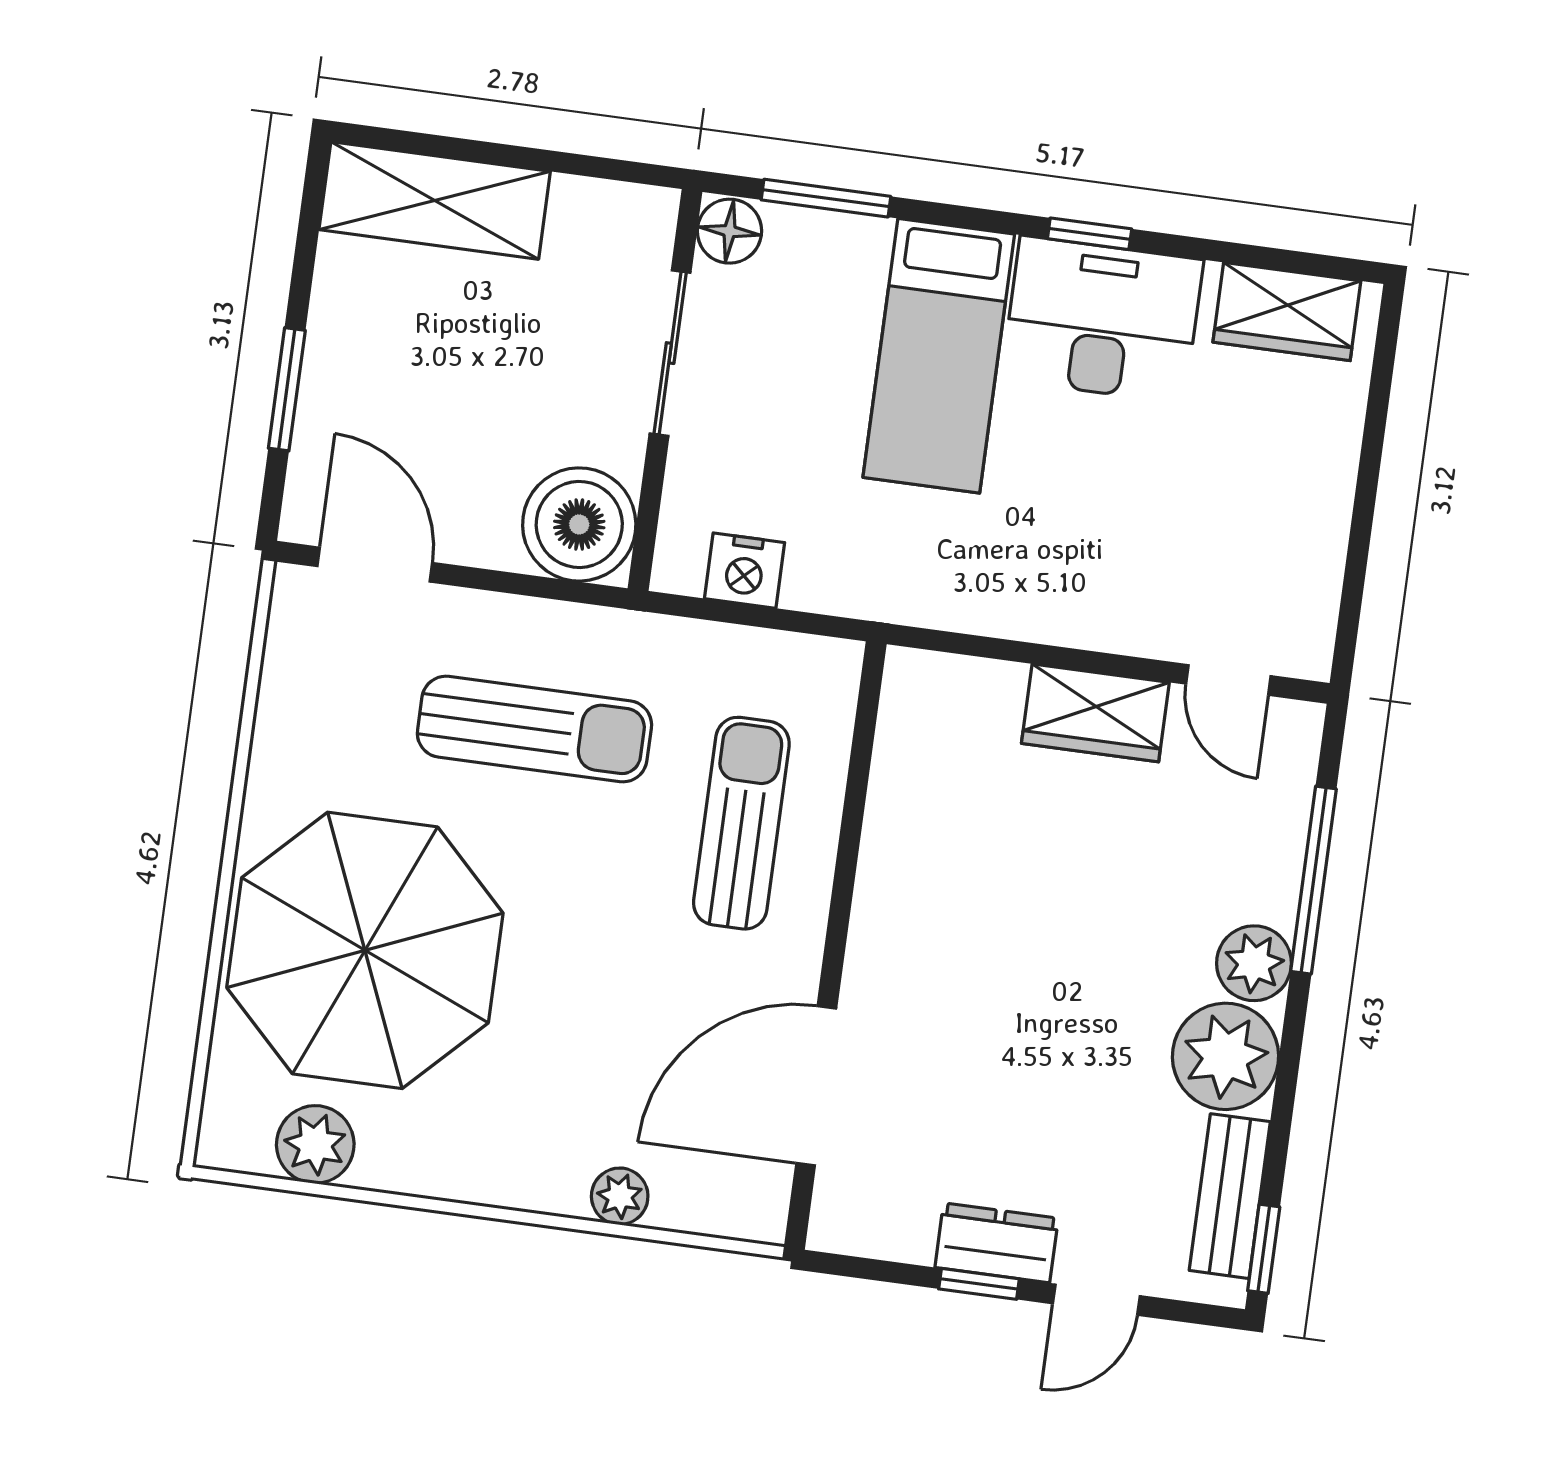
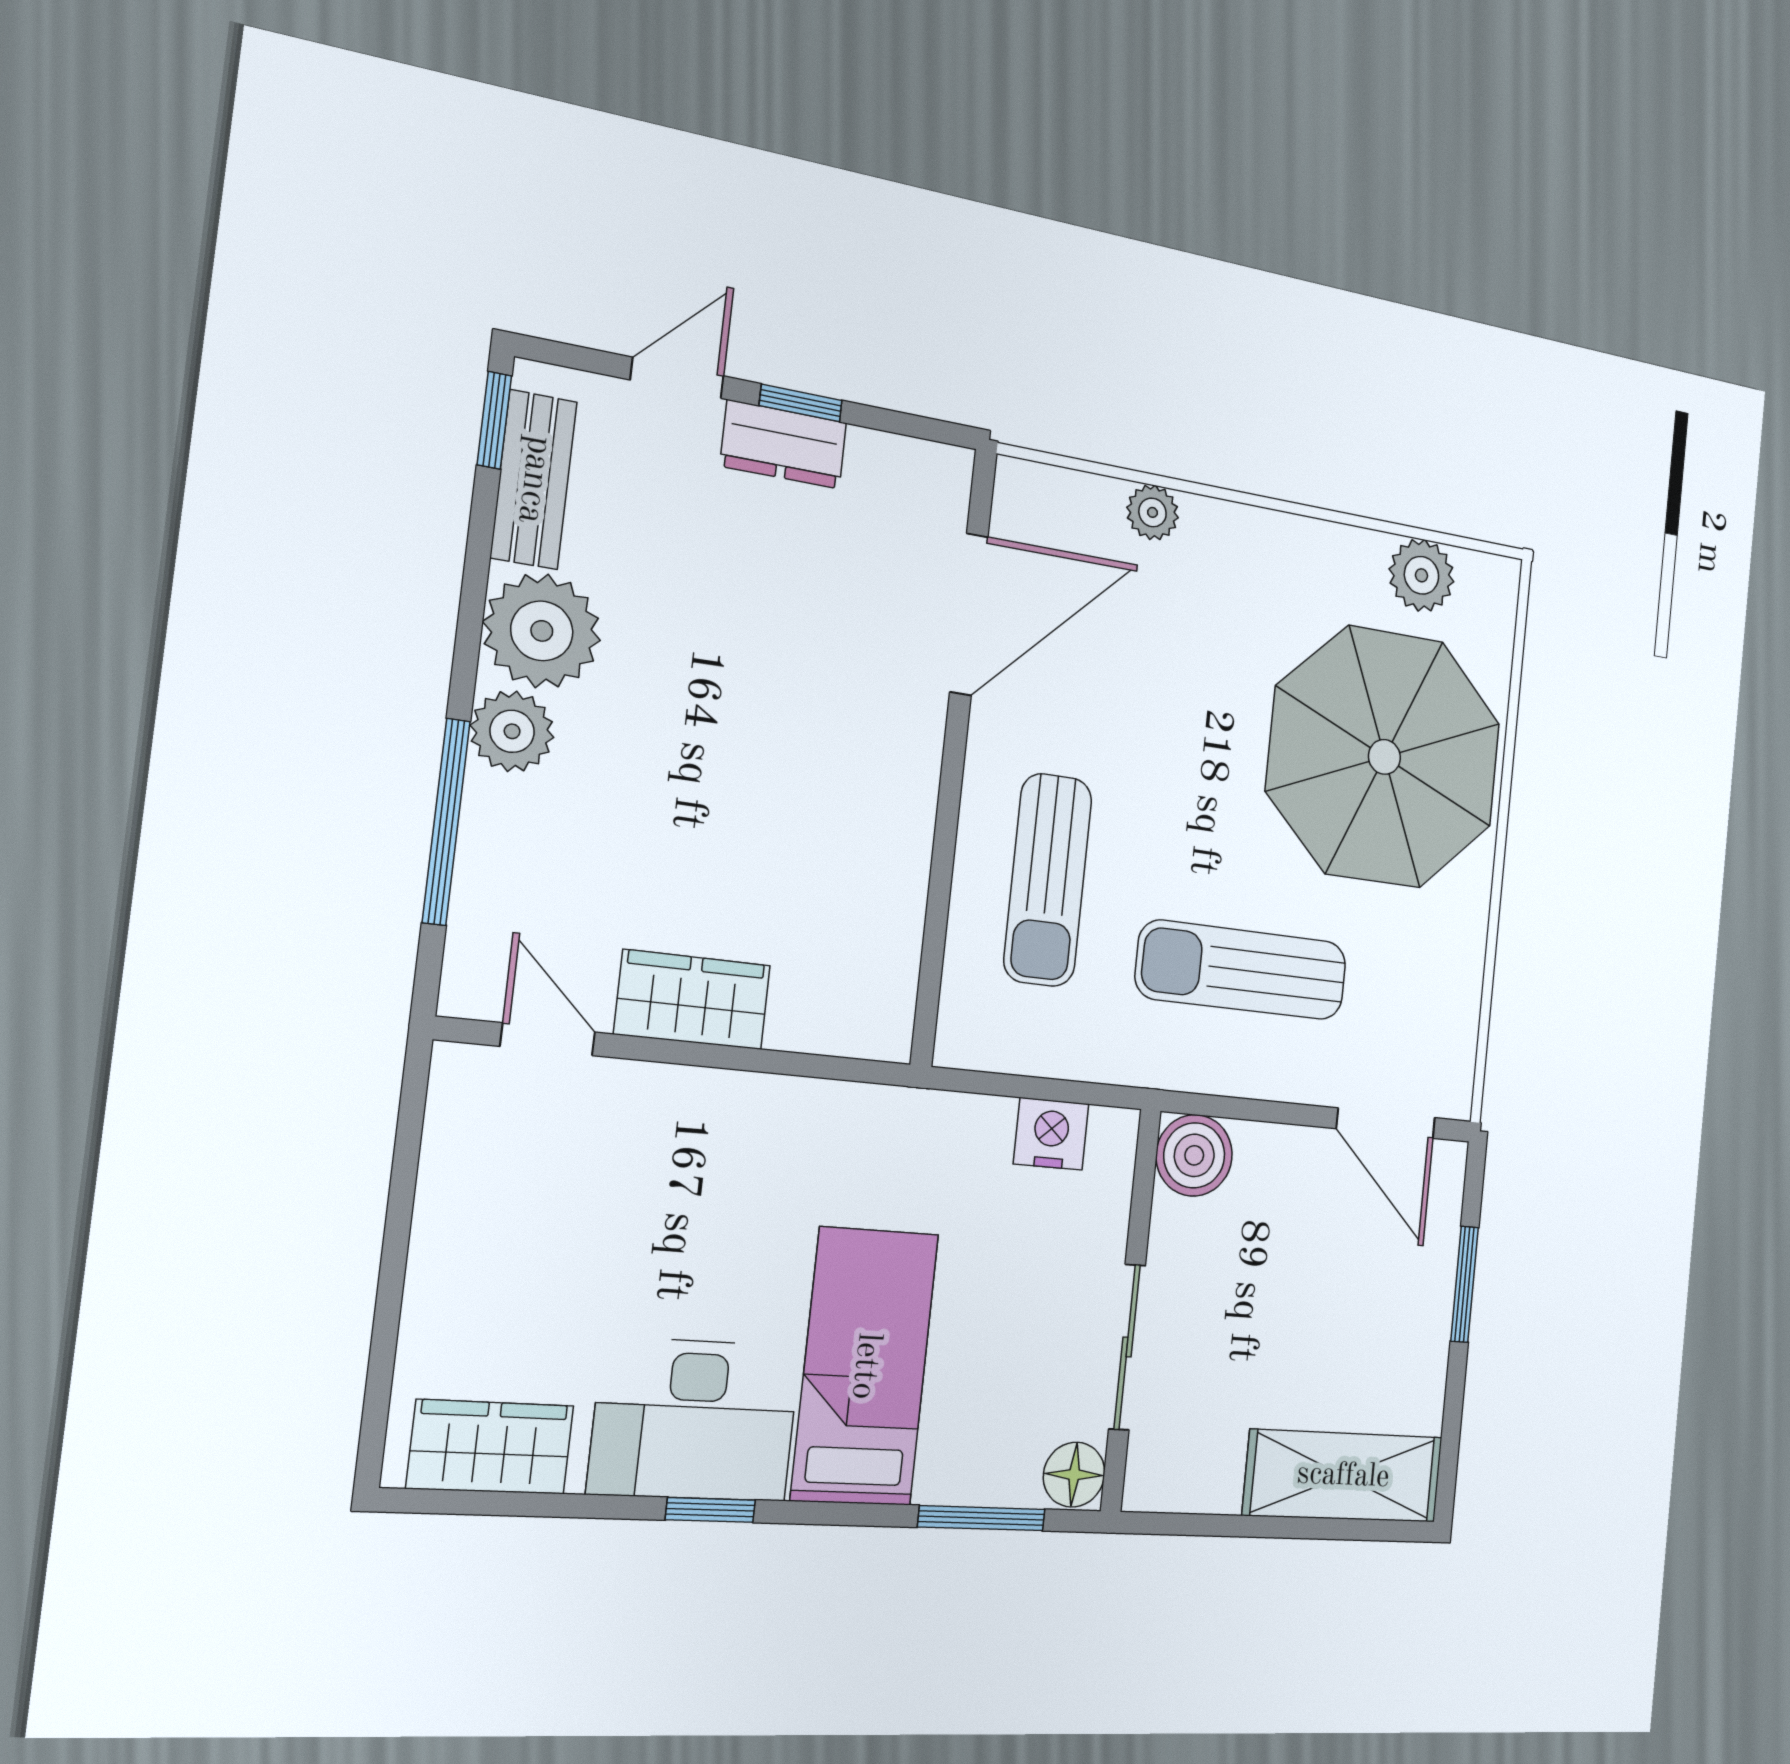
boiler: (579, 524) -> (1194, 1155), width x0.73, depth x0.73

